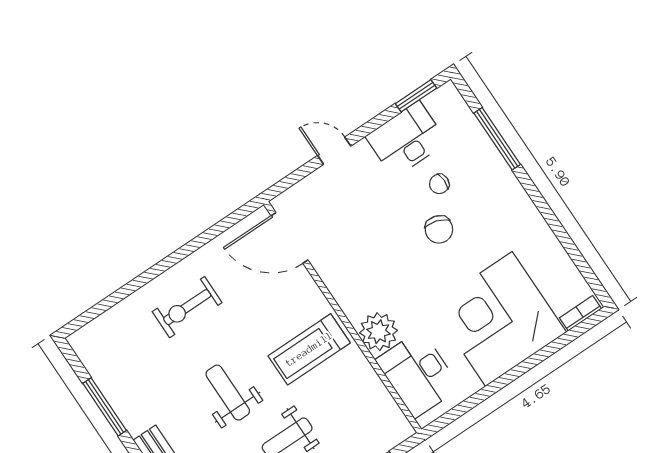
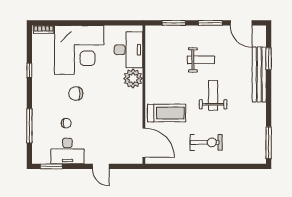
chair: (439, 229) -> (76, 93), moved, turned -107
window: (558, 230) -> (29, 70), added
treadmill: (309, 349) -> (167, 113), moved
weight bench: (228, 393) -> (213, 95), turned 180
window: (105, 407) -> (269, 143), moved

